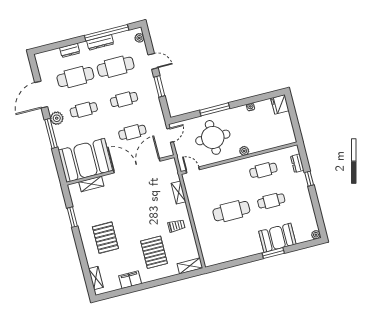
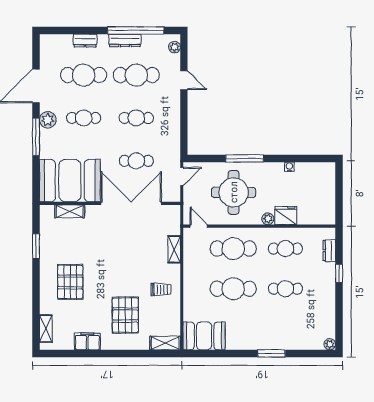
window: (159, 86) -> (184, 113), removed
fridge: (280, 104) -> (286, 215), moved, turned 90
cafe table: (224, 180) -> (233, 249), added
booth: (277, 238) -> (204, 336), moved

